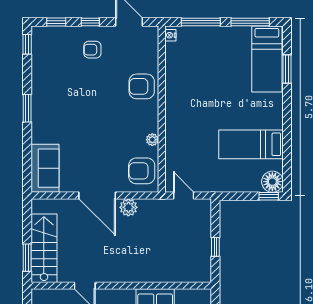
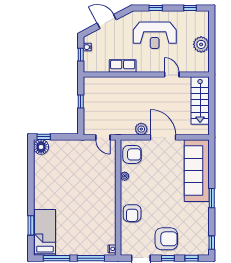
armchair: (92, 50) -> (166, 239), width x1.88, depth x1.88
armchair: (142, 86) -> (132, 213), turned 90
bed: (251, 144) -> (56, 173), removed
sofa: (45, 168) -> (197, 171), width x1.85, depth x1.27
window: (27, 258) -> (212, 94), removed

